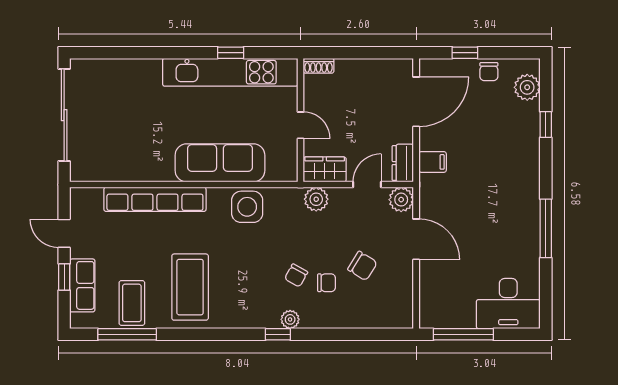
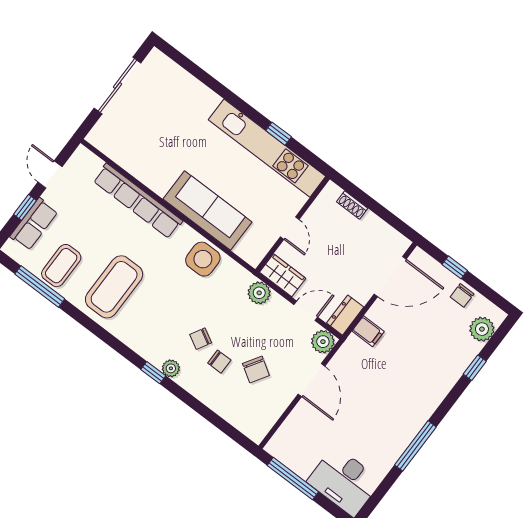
shoe rack: (319, 66) -> (352, 205), moved
sliding door: (64, 115) -> (117, 85), width x0.73

